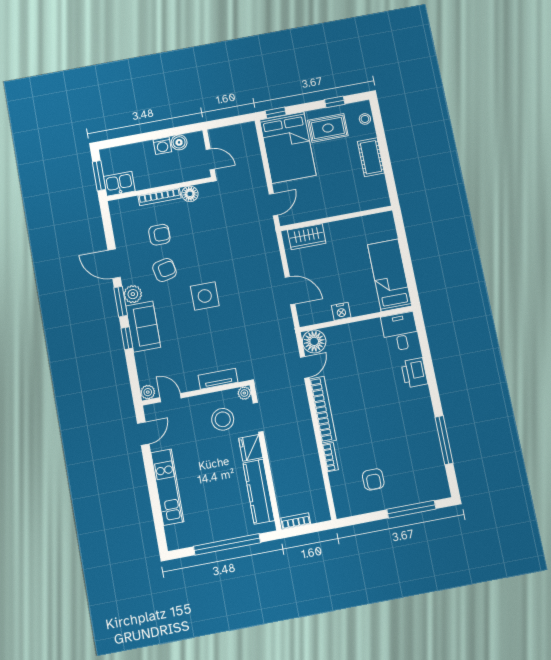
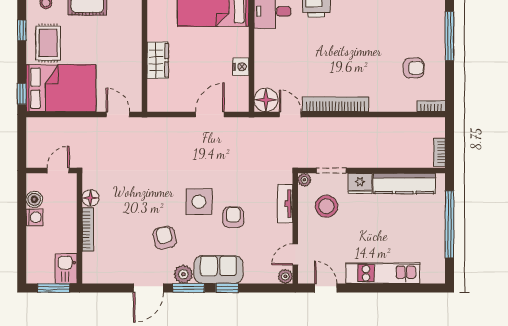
armchair: (159, 235) -> (233, 217), moved
wardrobe: (307, 237) -> (158, 60), moved
bookcase: (330, 457) -> (431, 106), moved

